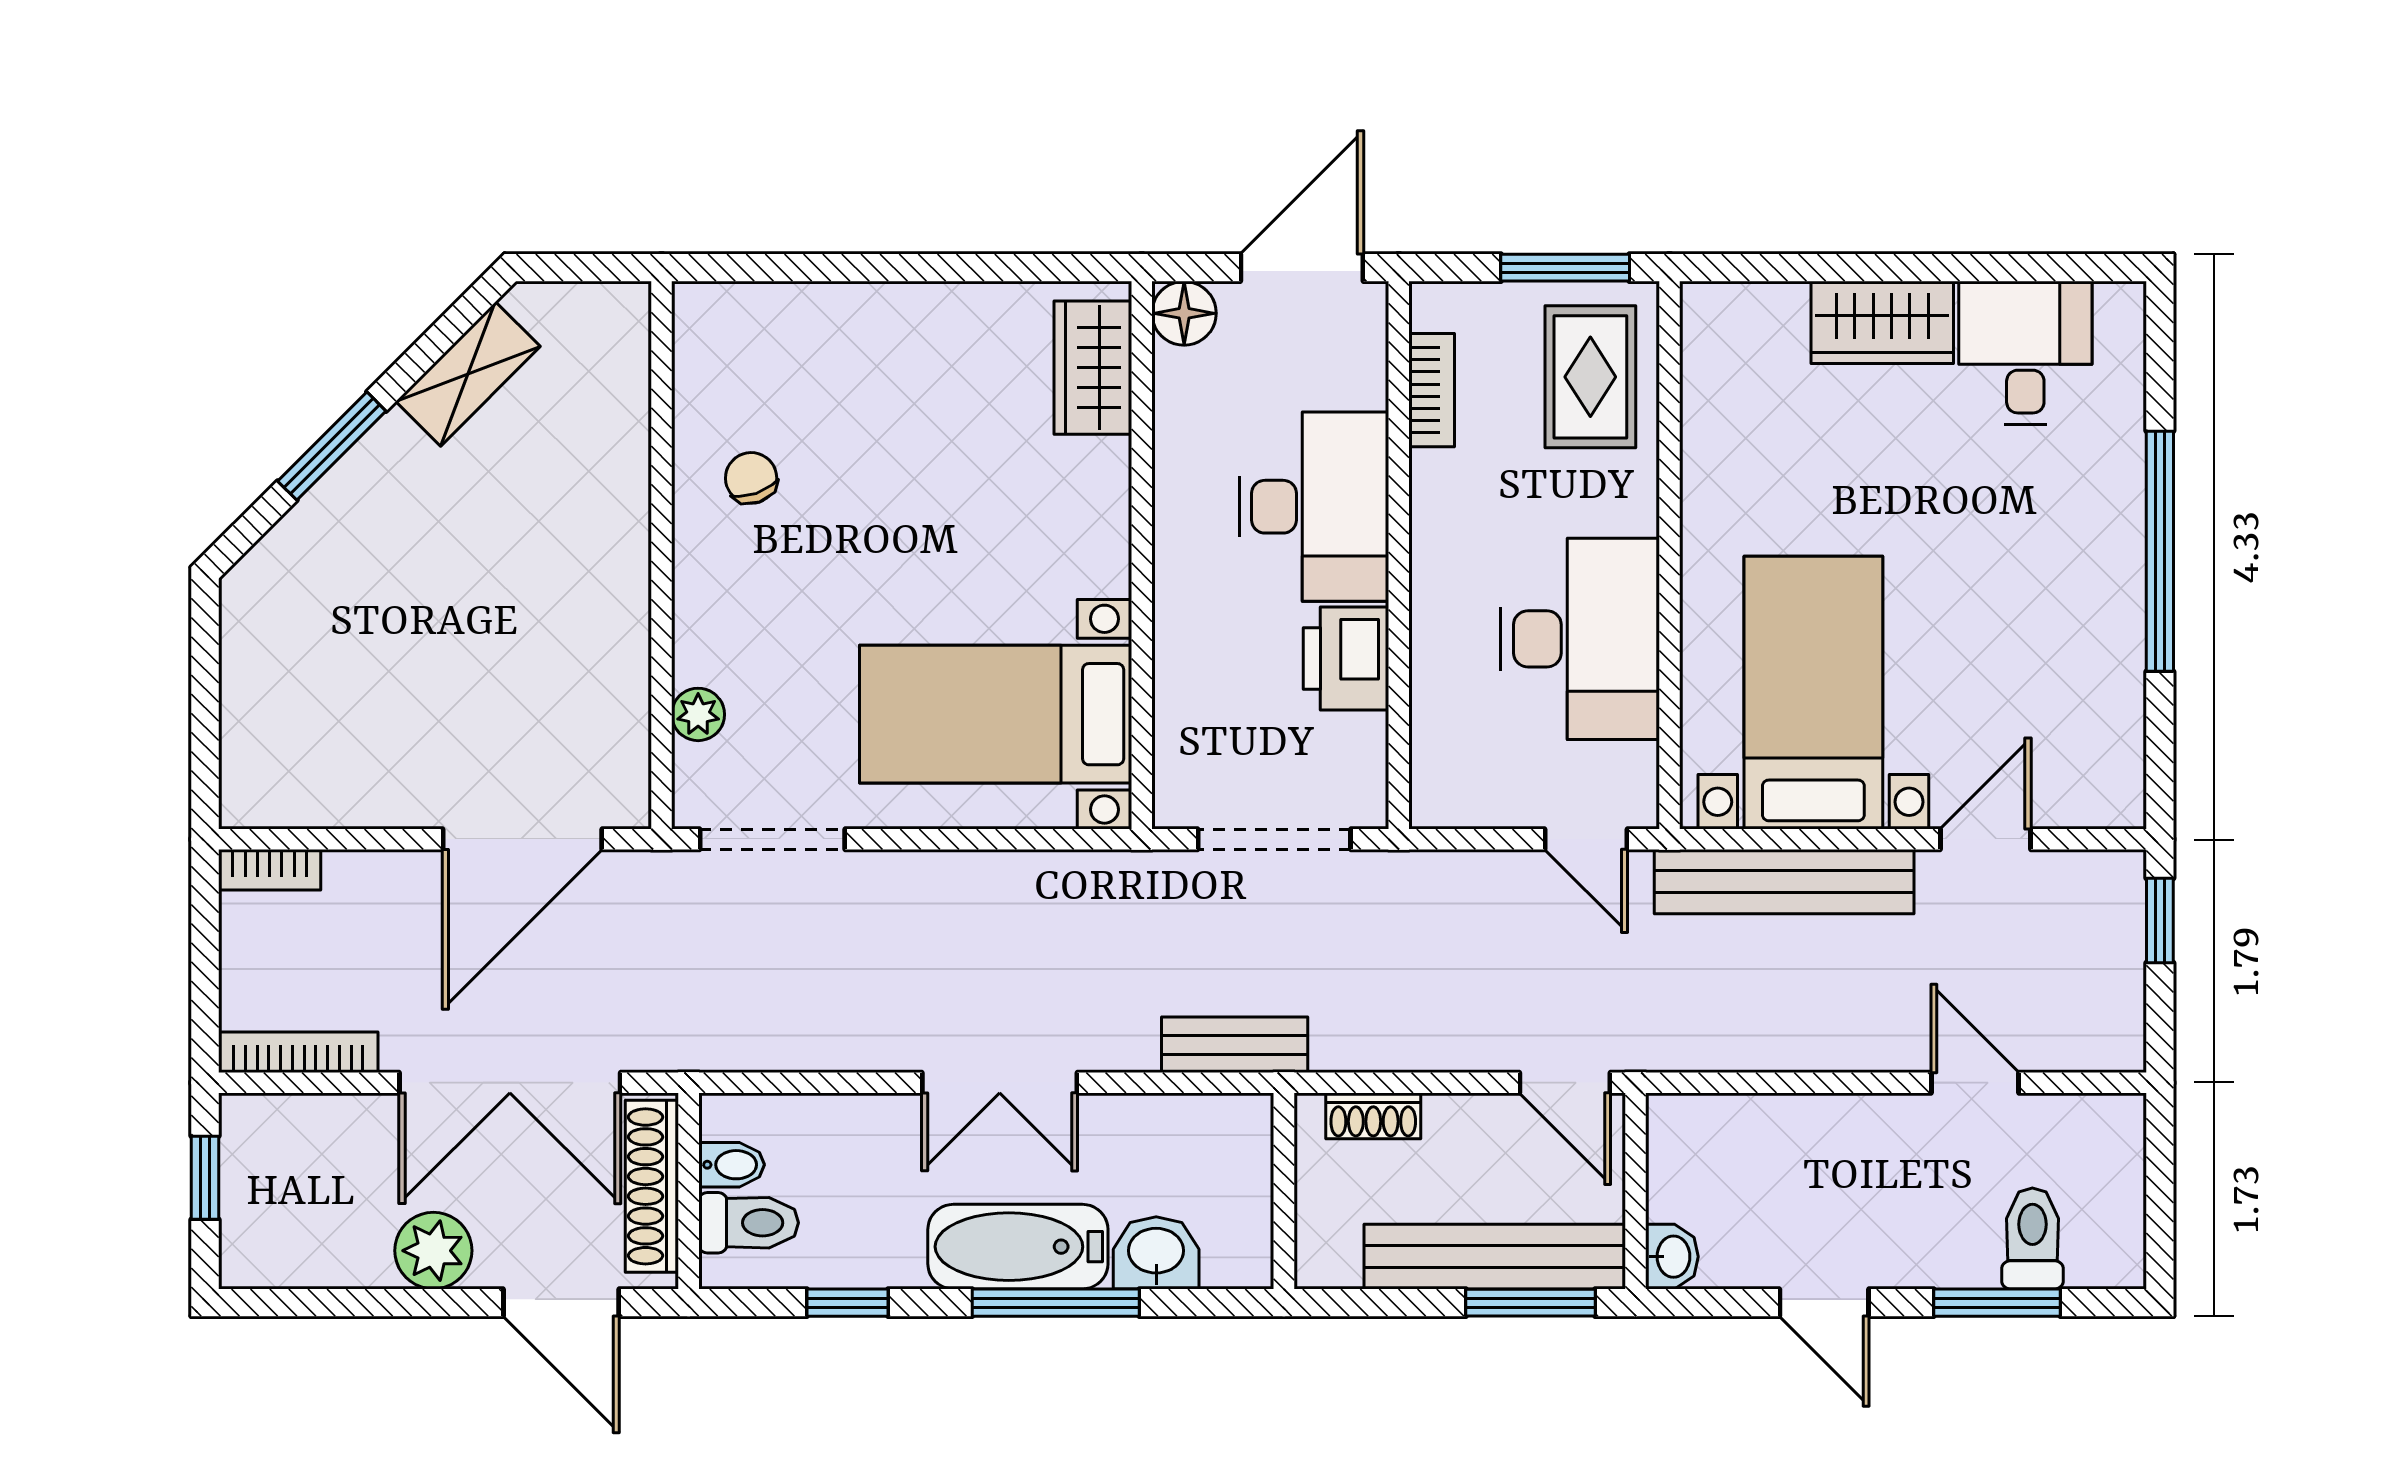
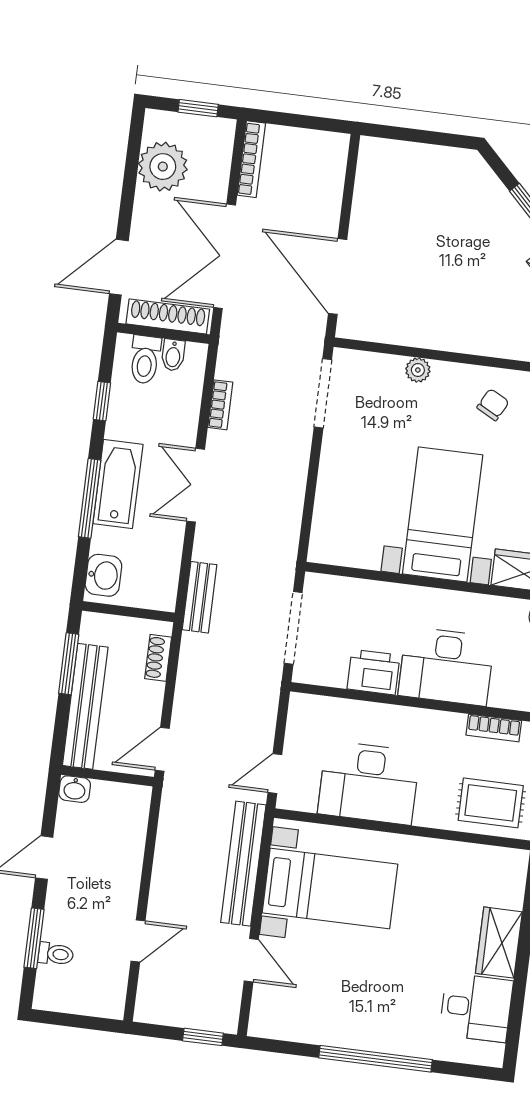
chair: (751, 478) -> (493, 405), turned -43
plant: (698, 714) -> (418, 370), moved
bed with nightstands: (996, 714) -> (443, 514), moved
bookcase: (270, 870) -> (220, 405), moved, turned 180
toilet: (2032, 1238) -> (56, 954), width x0.73, depth x0.72
plant: (433, 1251) -> (163, 167), moved, width x1.36, depth x1.36
washbasin: (1156, 1253) -> (103, 575), moved
window: (1530, 1303) -> (69, 664), moved

